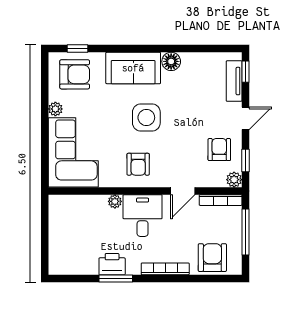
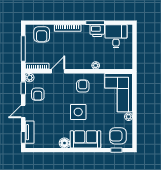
desk: (143, 216) -> (116, 36), moved, turned 180

